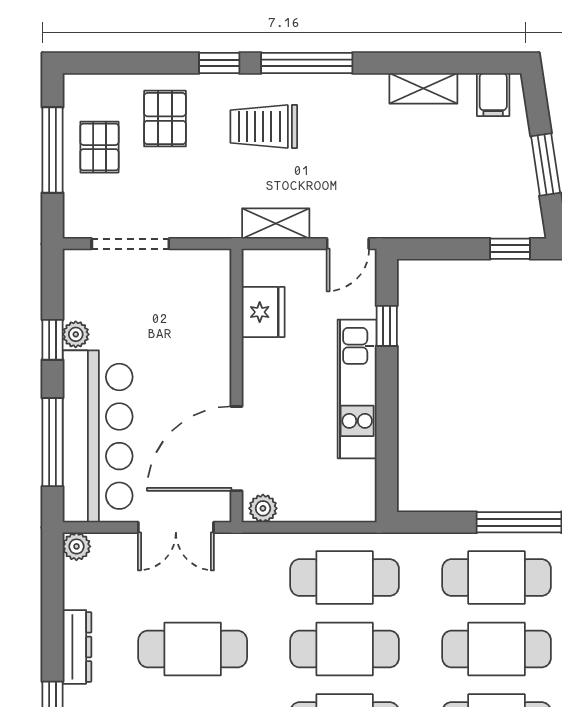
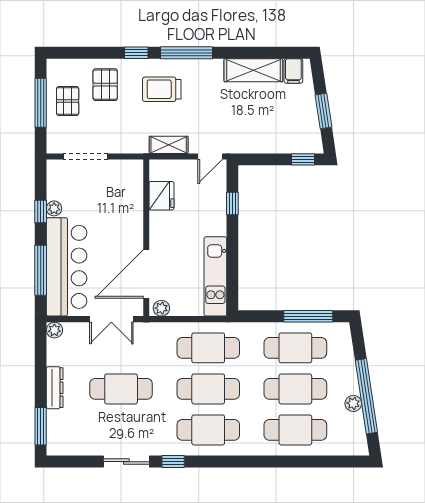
shelving: (423, 88) -> (253, 70), width x1.50, depth x1.33
kitchen unit: (357, 389) -> (215, 276), moved

